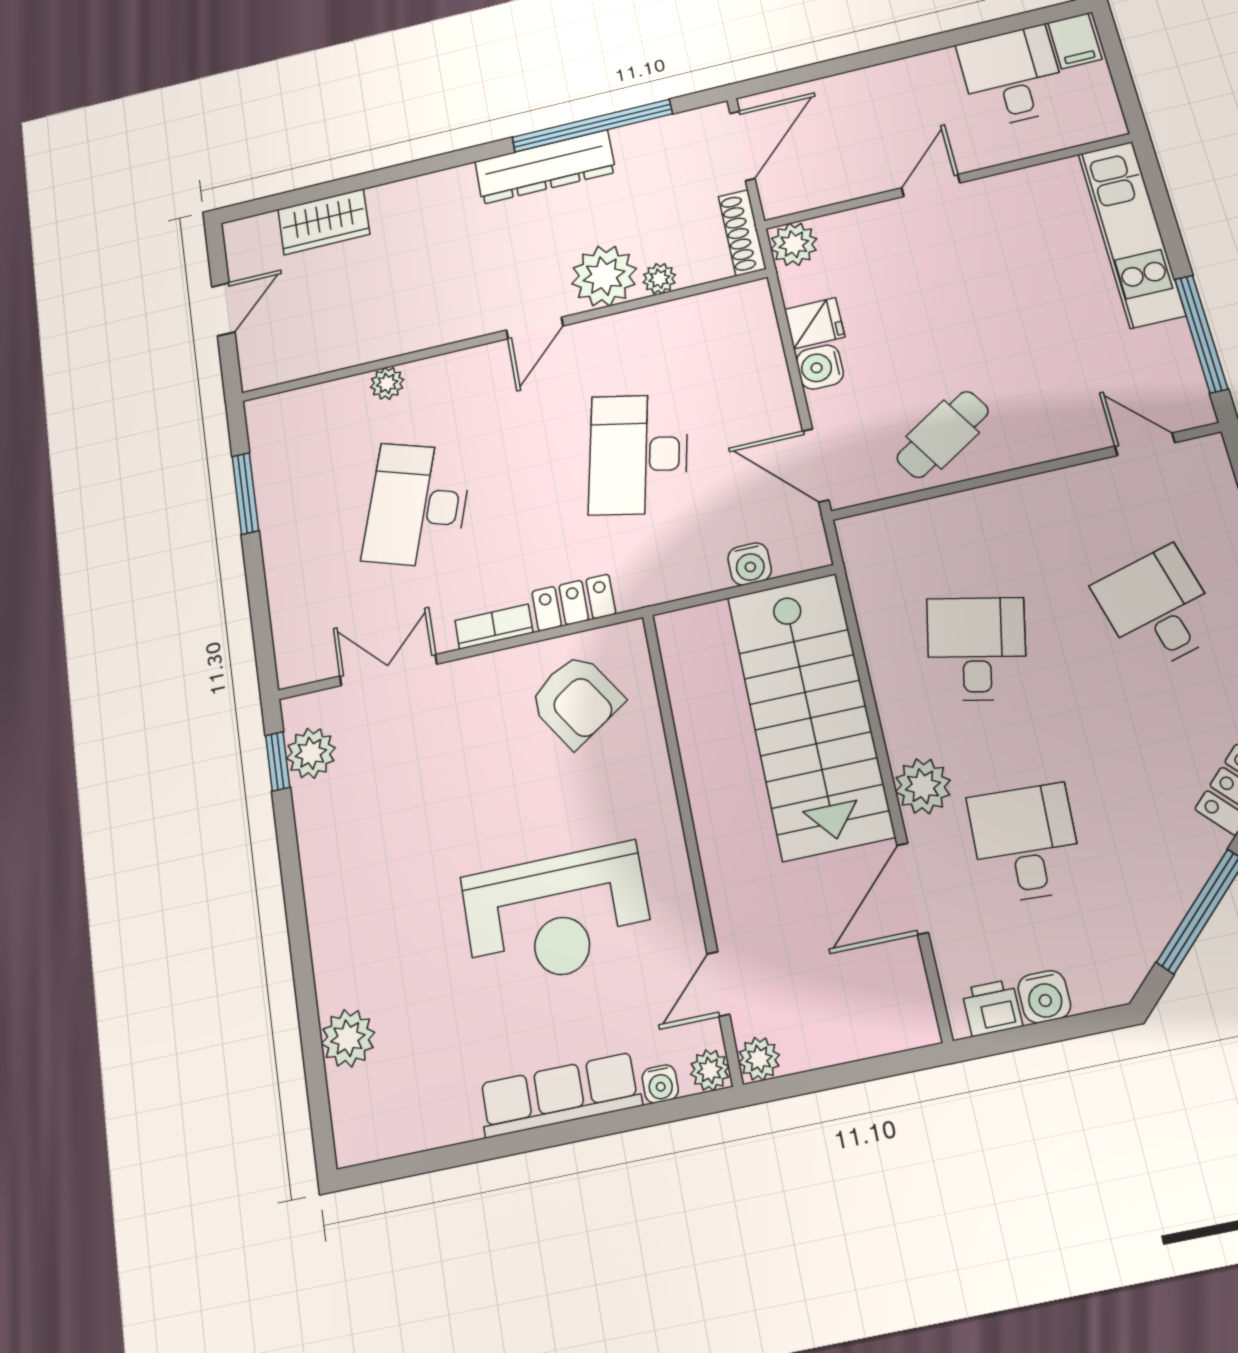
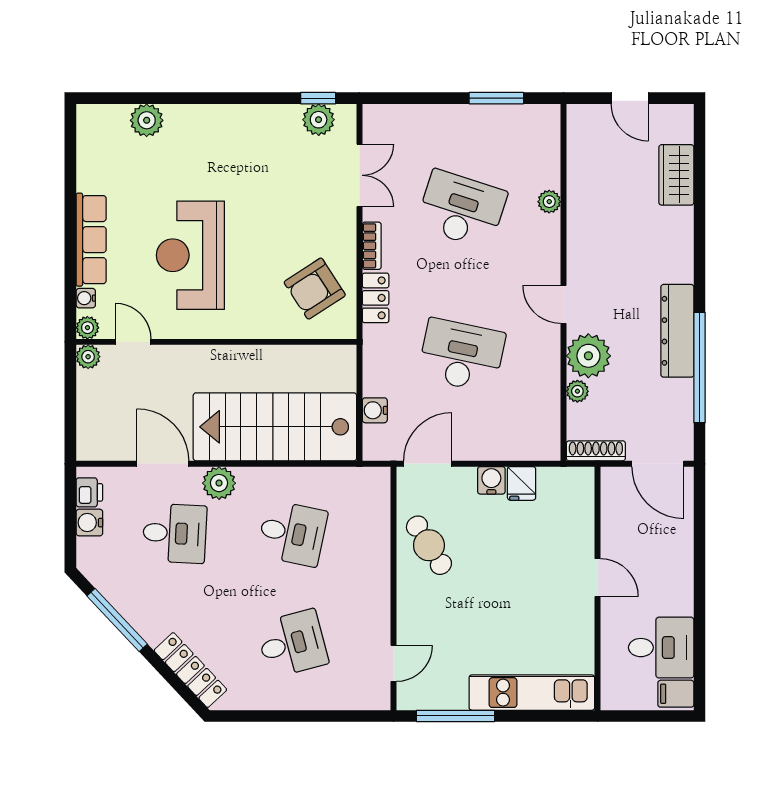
plant: (794, 244) -> (579, 482), removed

